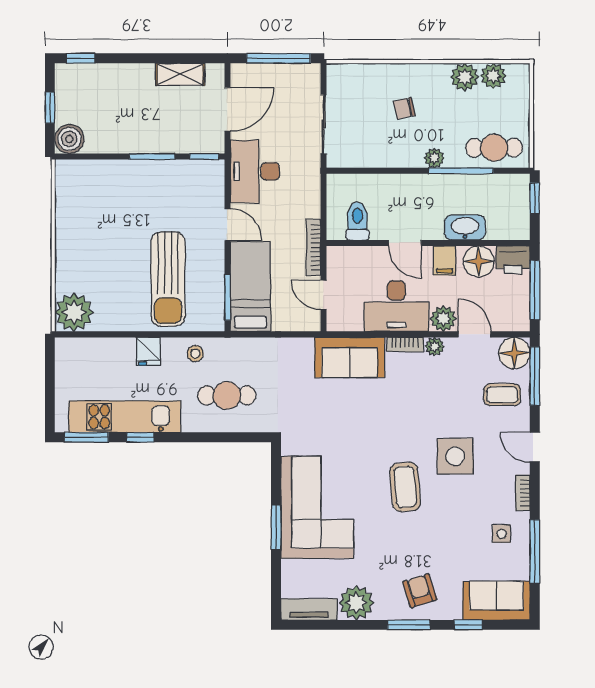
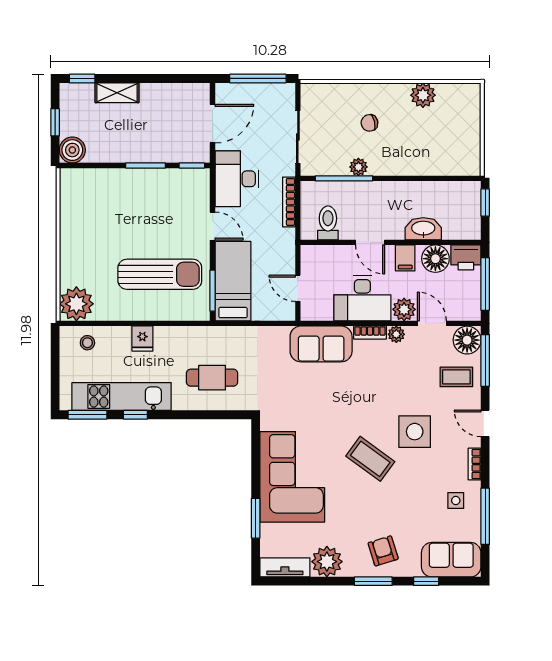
shelving: (180, 74) -> (117, 93), moved
plant: (493, 76) -> (448, 94), removed
cafe table: (494, 148) -> (449, 158), removed
plant: (434, 158) -> (358, 167), moved
window: (461, 171) -> (344, 178), moved
bookcase: (314, 248) -> (289, 202), moved
sun lounger: (168, 279) -> (160, 274), turned -90
stool: (195, 354) -> (87, 343), moved
coffee table: (405, 487) -> (370, 459), turned -49
window: (276, 527) -> (256, 518), moved

